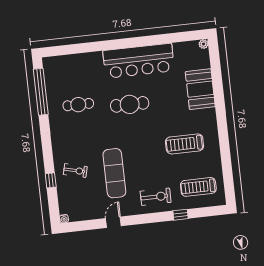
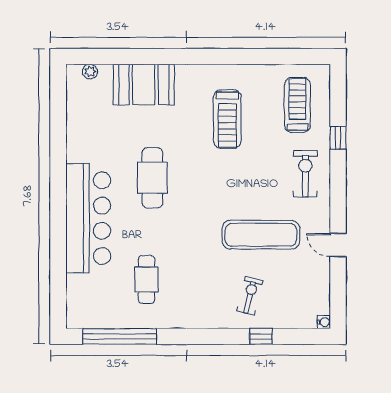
plant: (203, 44) -> (90, 72), moved
bar counter: (139, 61) -> (88, 218), moved
cafe table: (130, 104) -> (152, 178), moved
treadmill: (198, 187) -> (297, 105), turned 180

